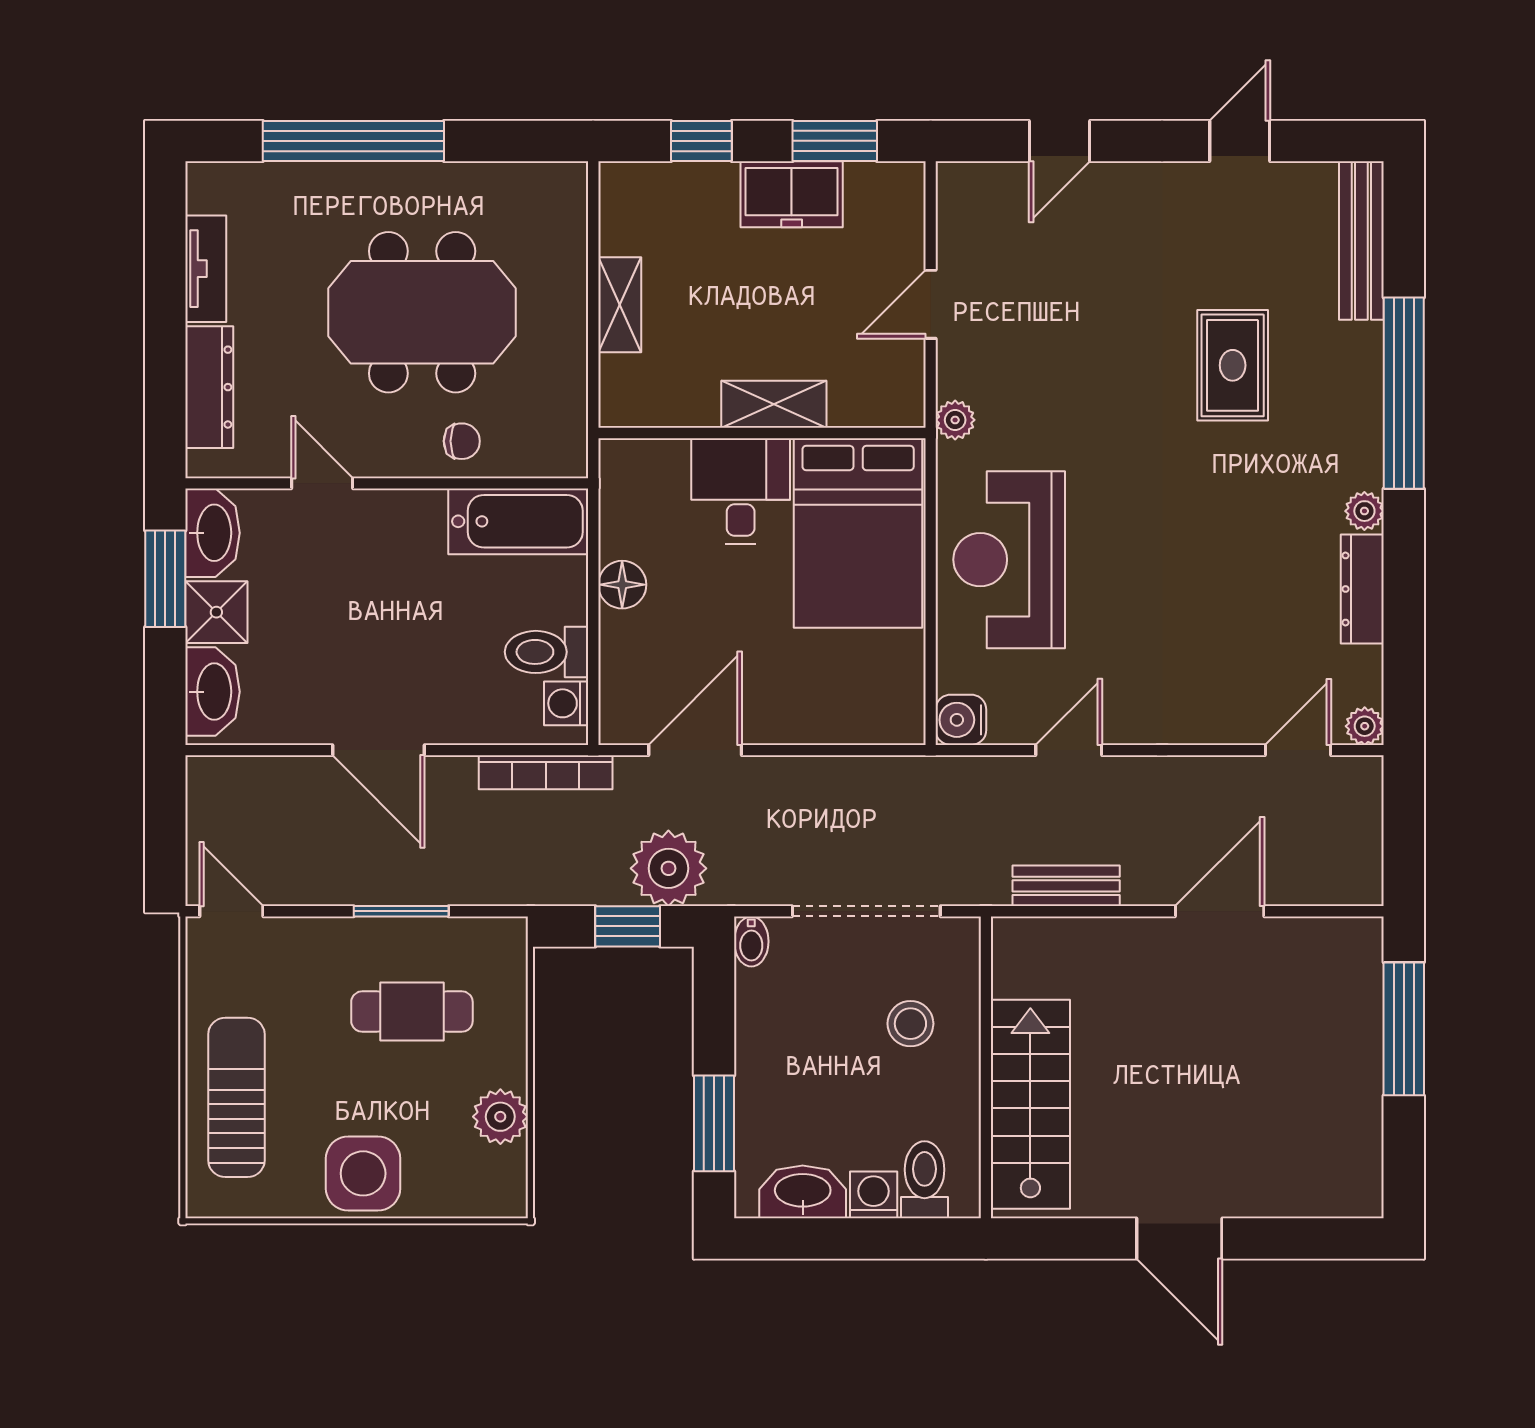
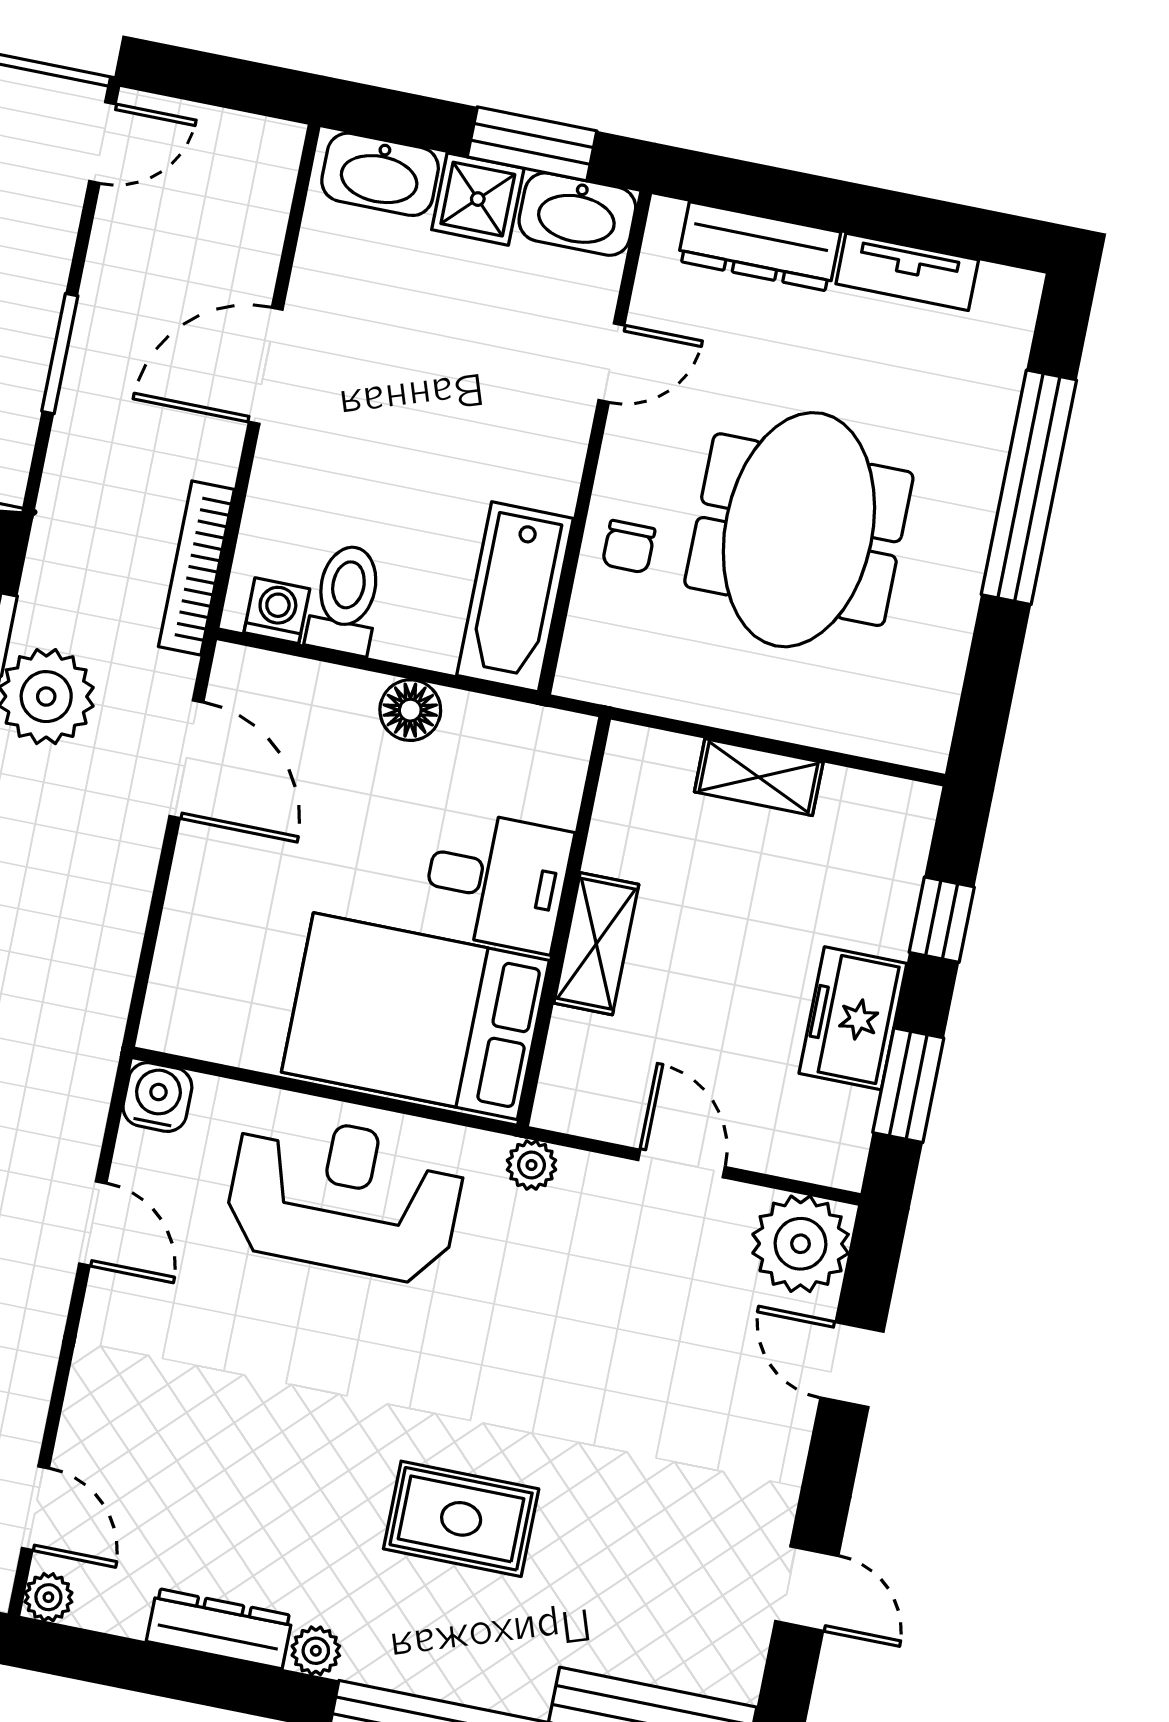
plant: (974, 200) -> (801, 1244), added
rug: (1233, 365) -> (461, 1519), moved

